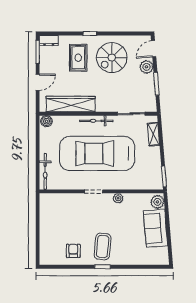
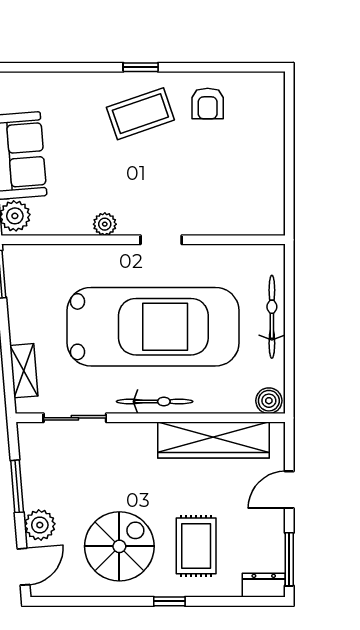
bicycle: (45, 171) -> (272, 317), moved
coffee table: (103, 246) -> (140, 114), turned 66

